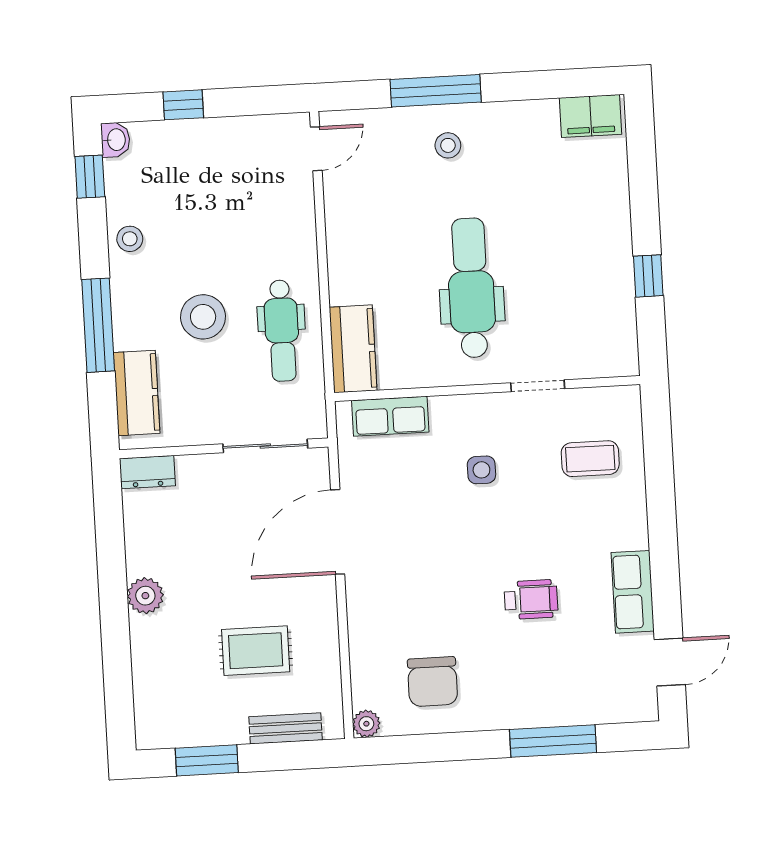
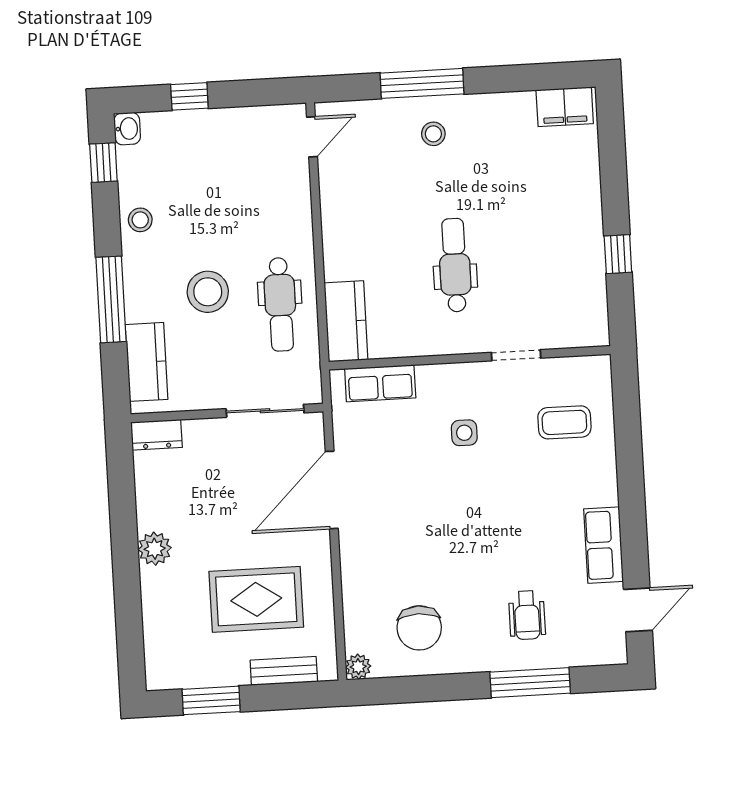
dental chair: (471, 288) -> (455, 265), width x0.73, depth x0.72
wheelchair: (531, 600) -> (527, 615), moved, turned 90
rug: (256, 651) -> (256, 599), width x1.36, depth x1.43

